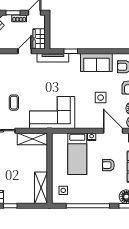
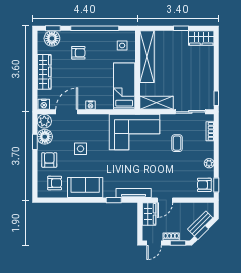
door: (113, 131) -> (67, 112), swing flipped
bed: (77, 154) -> (124, 86), moved
armchair: (108, 165) -> (78, 53), moved
shelving: (41, 188) -> (147, 57), width x1.47

